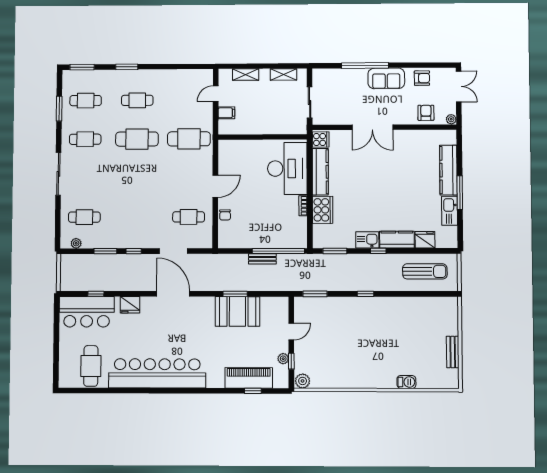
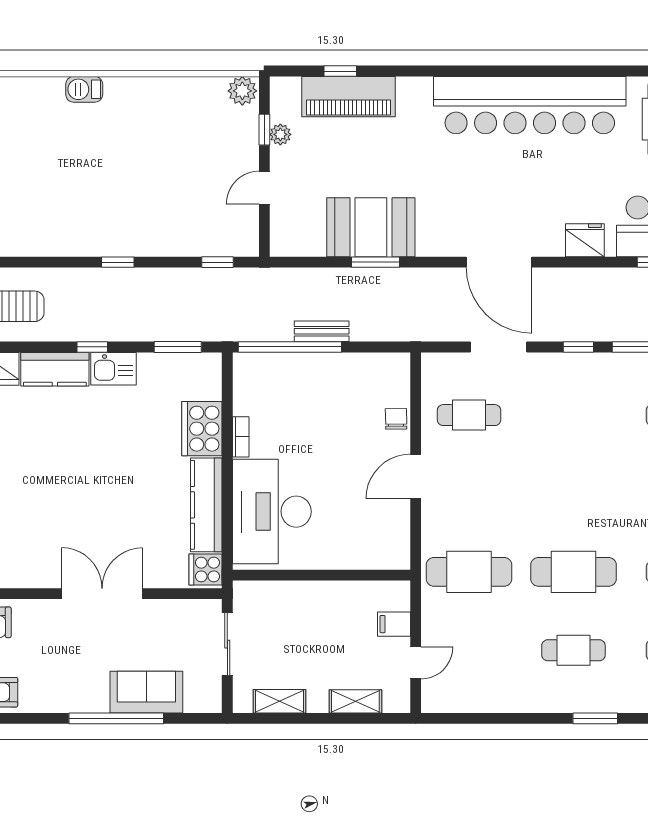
sofa: (386, 78) -> (146, 692), moved
window: (315, 294) -> (218, 262), width x0.67
barbecue: (406, 382) -> (84, 89), moved

